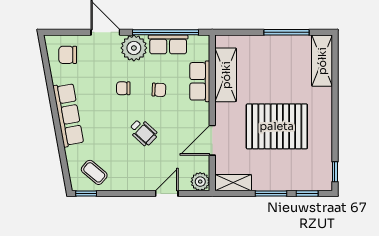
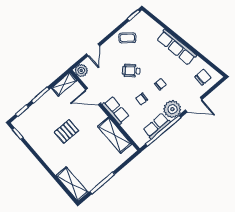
row of seats: (200, 81) -> (116, 110), moved
pallet: (277, 126) -> (66, 131), width x0.49, depth x0.50
door: (212, 140) -> (93, 96), swing flipped
coffee table: (94, 172) -> (127, 38), moved

